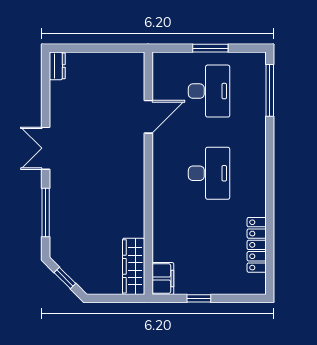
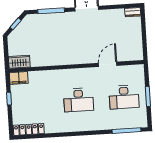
door: (148, 117) -> (108, 64), swing flipped
locker: (257, 245) -> (29, 129), moved
wardrobe: (134, 266) -> (19, 62), width x0.67

